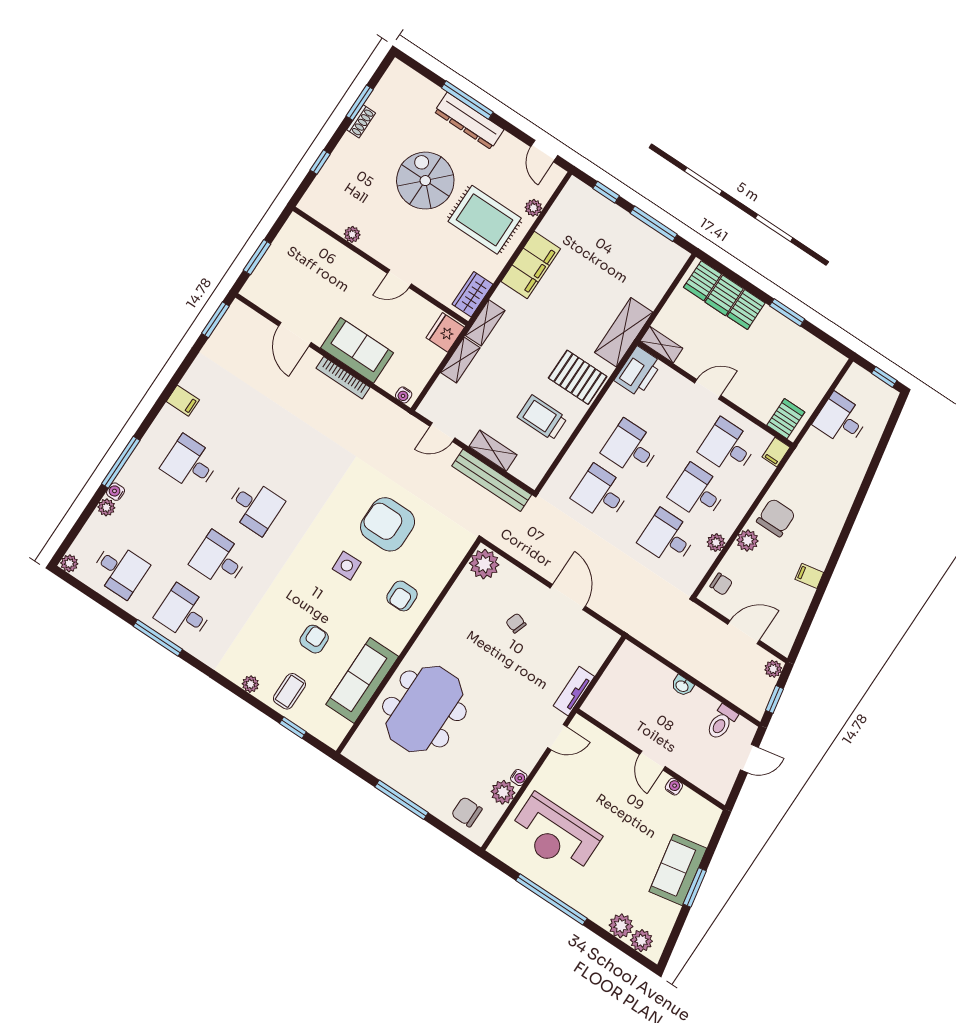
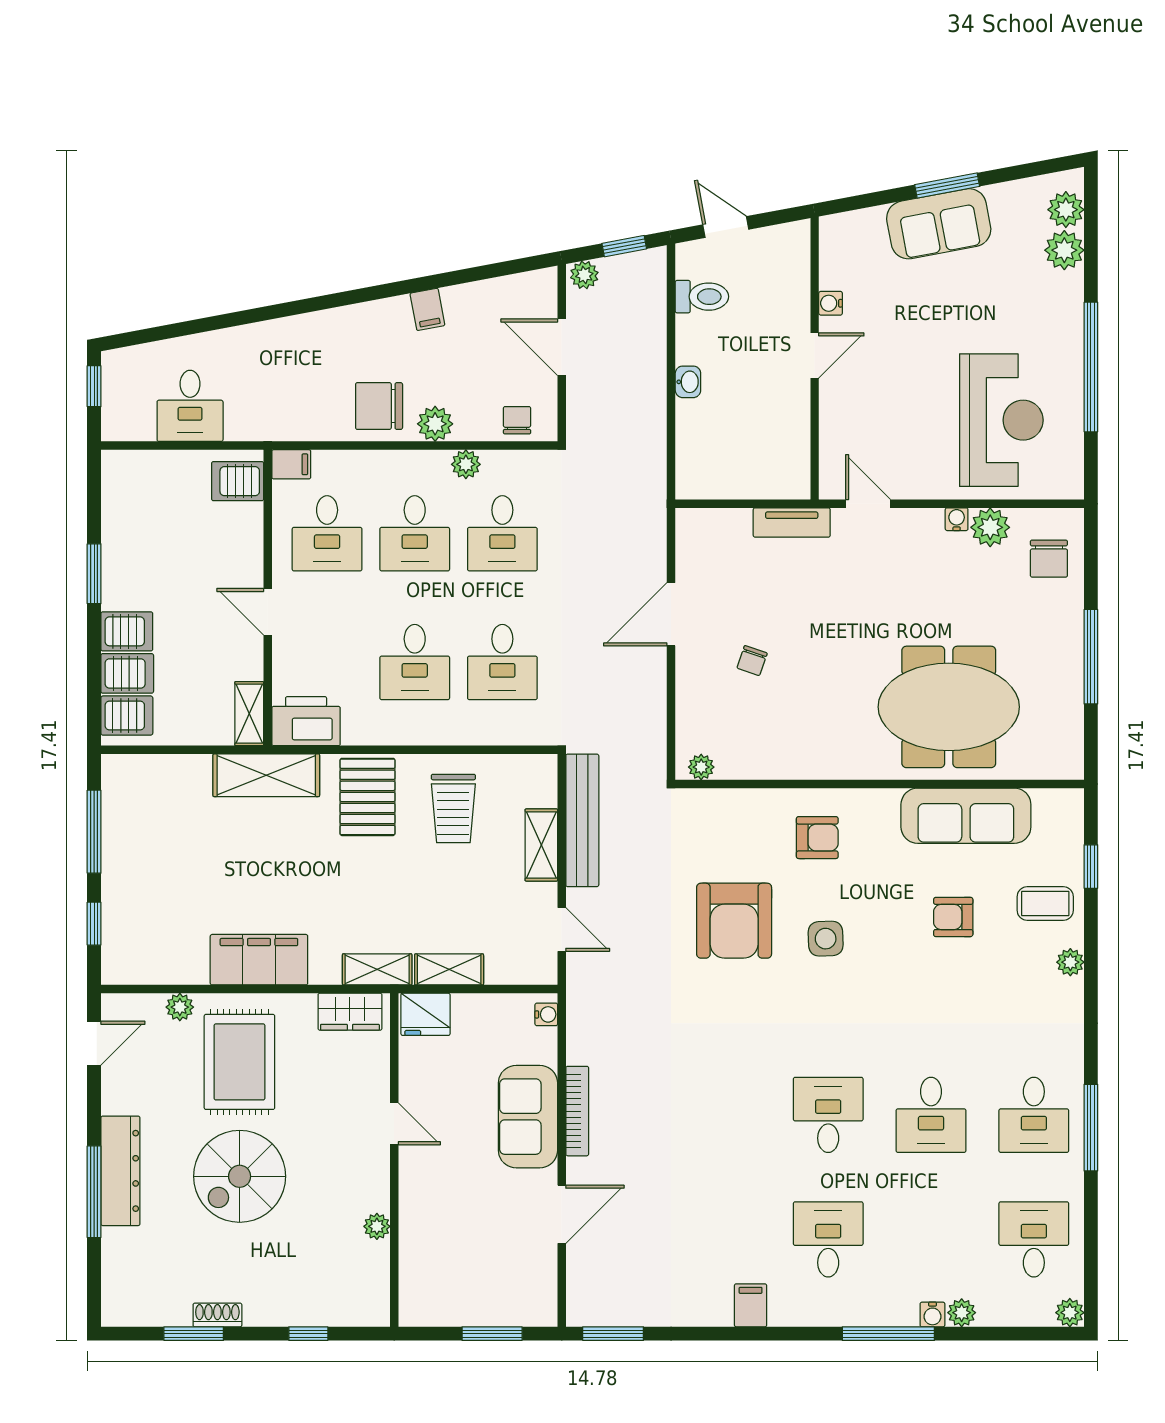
desk: (190, 463) -> (828, 1239), turned 180
plant: (484, 564) -> (701, 767), width x0.53, depth x0.53

